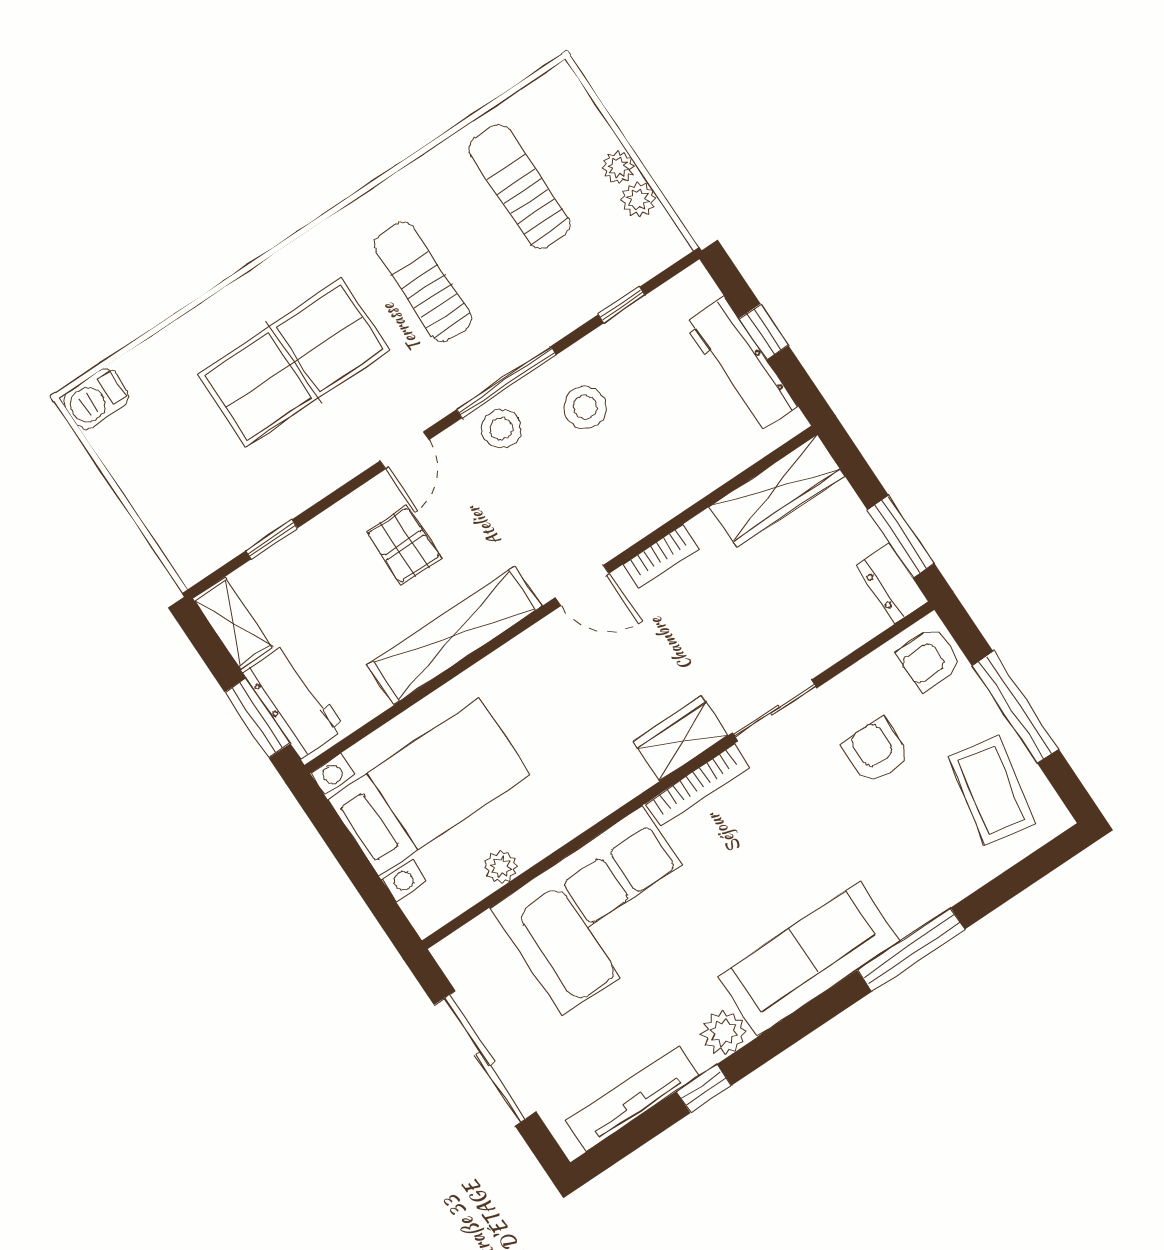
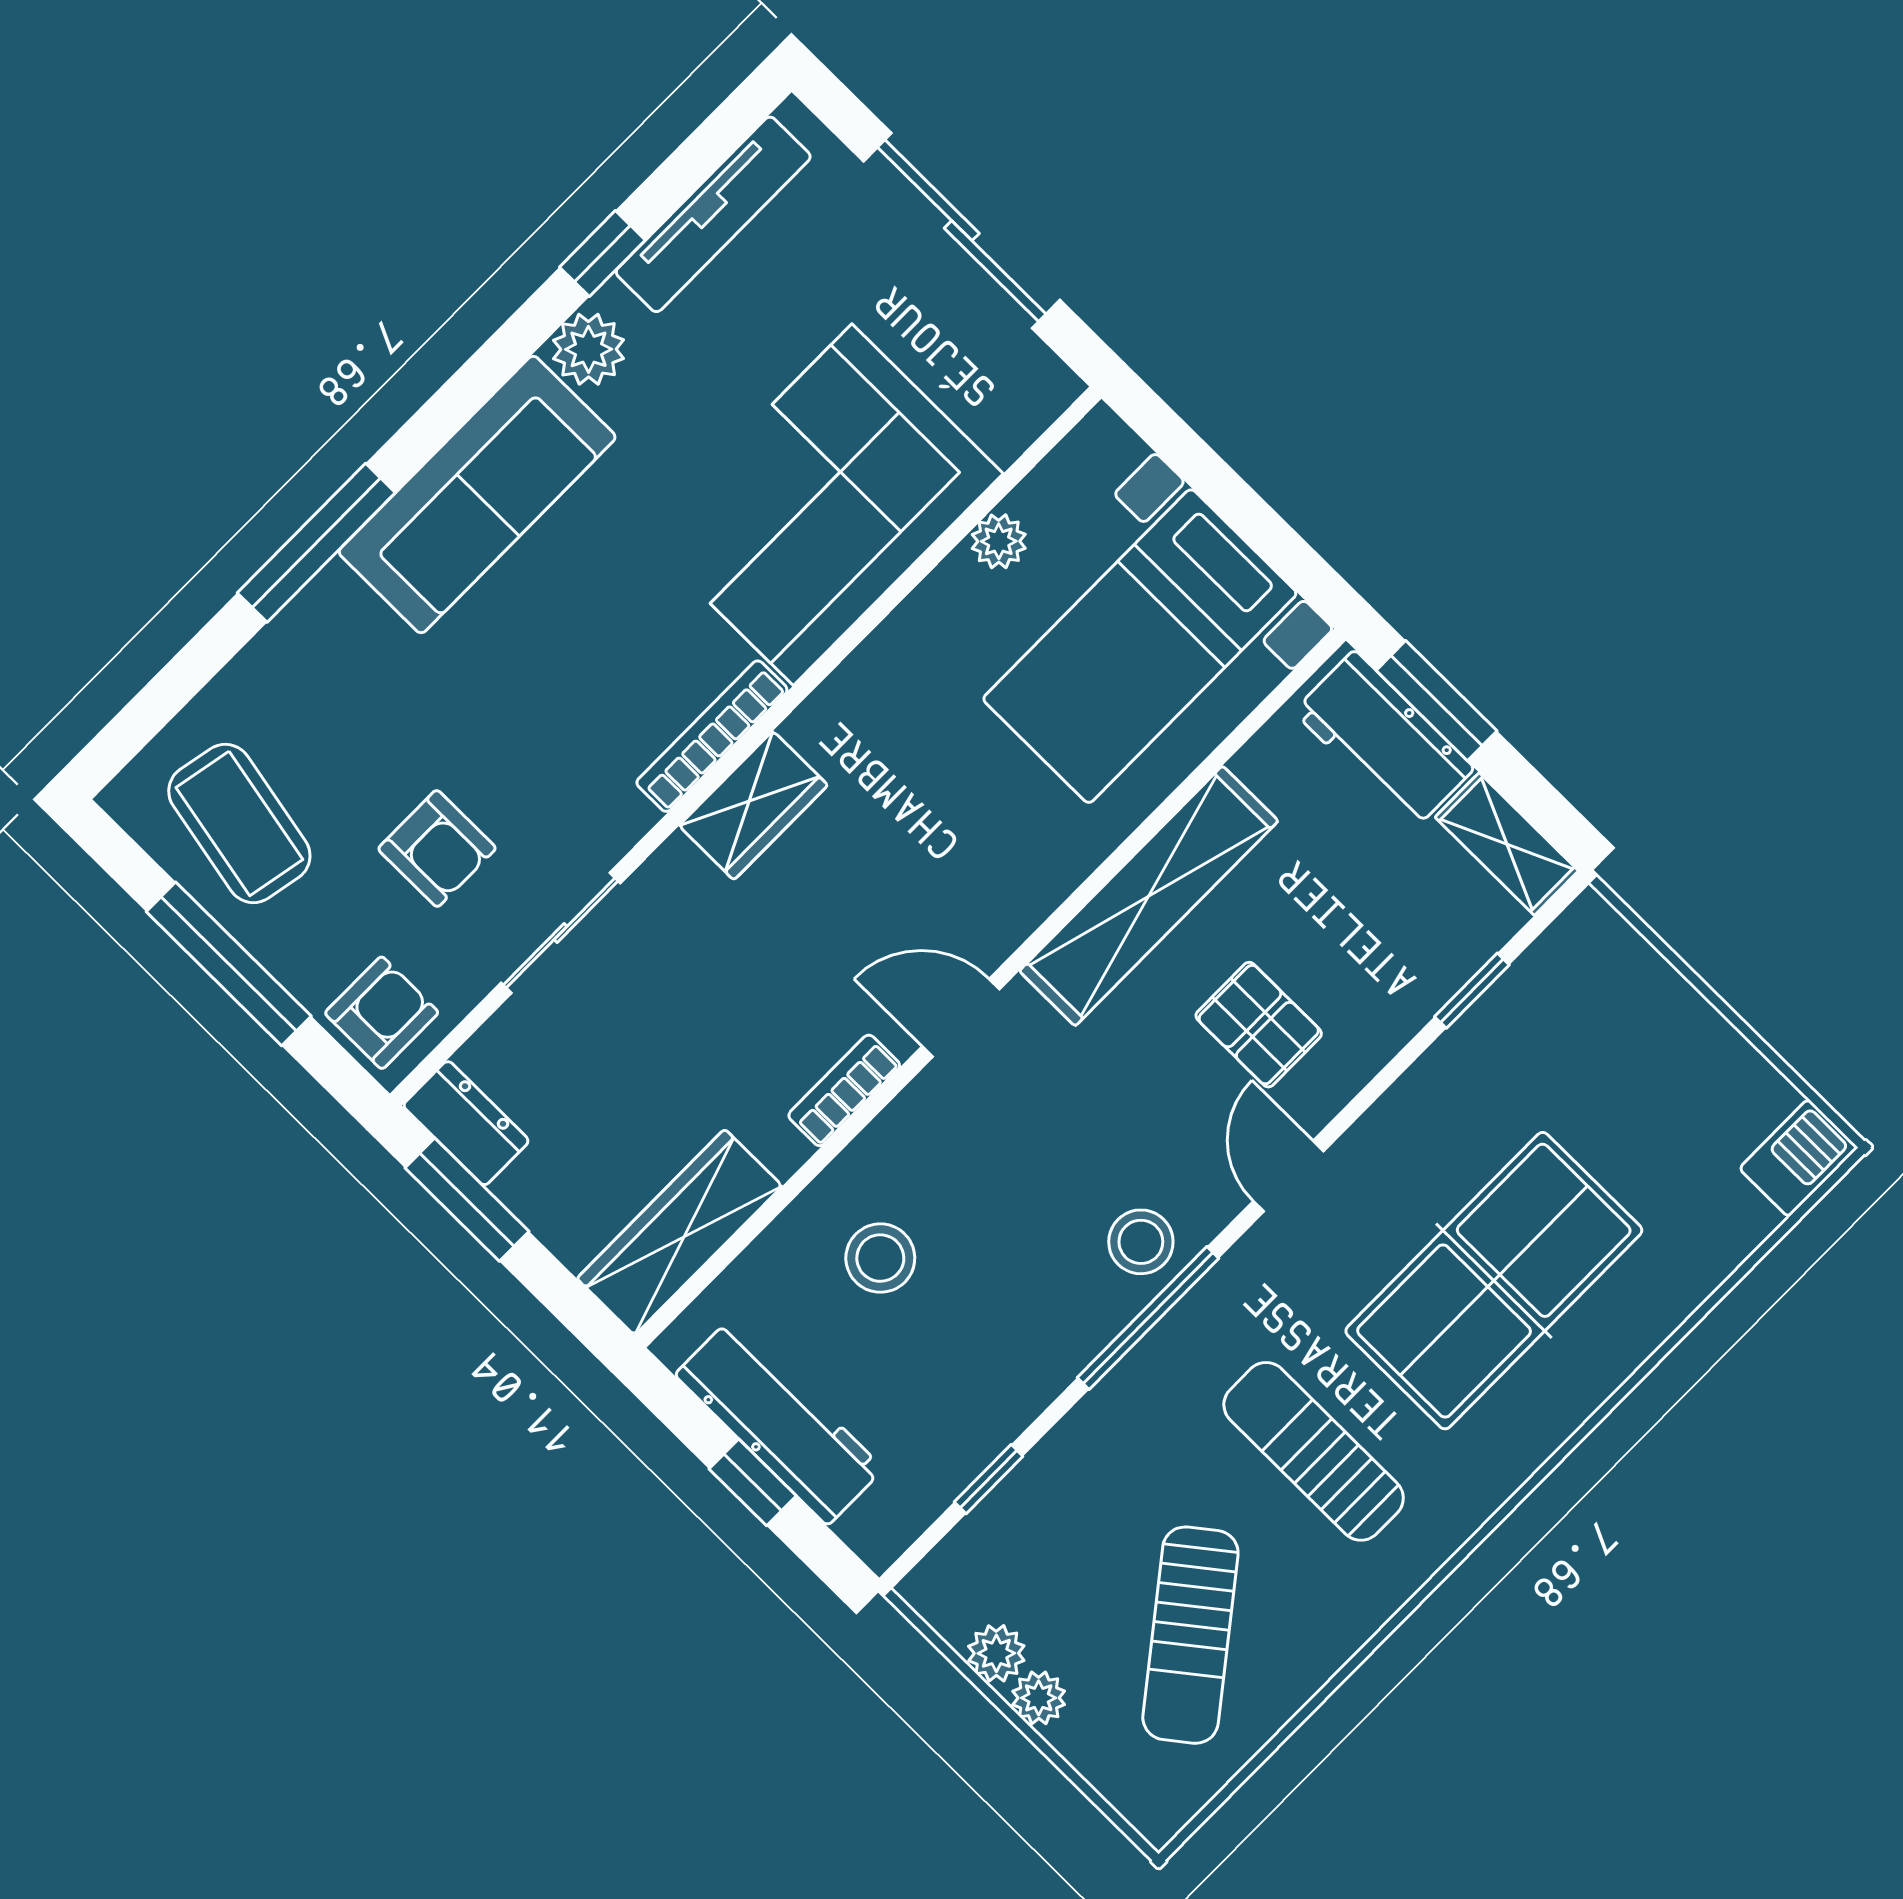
sun lounger: (519, 187) -> (1190, 1635), turned 52
sun lounger: (423, 282) -> (1314, 1451), turned 180
stool: (585, 407) -> (880, 1258), moved
sliding door: (775, 710) -> (561, 933), moved

